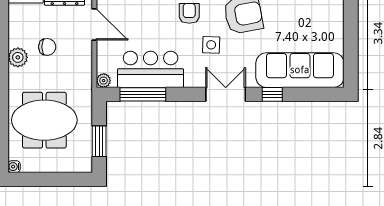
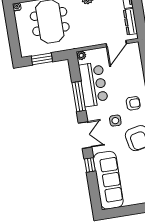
chair: (47, 47) -> (97, 16), removed
window: (143, 94) -> (79, 96), moved

